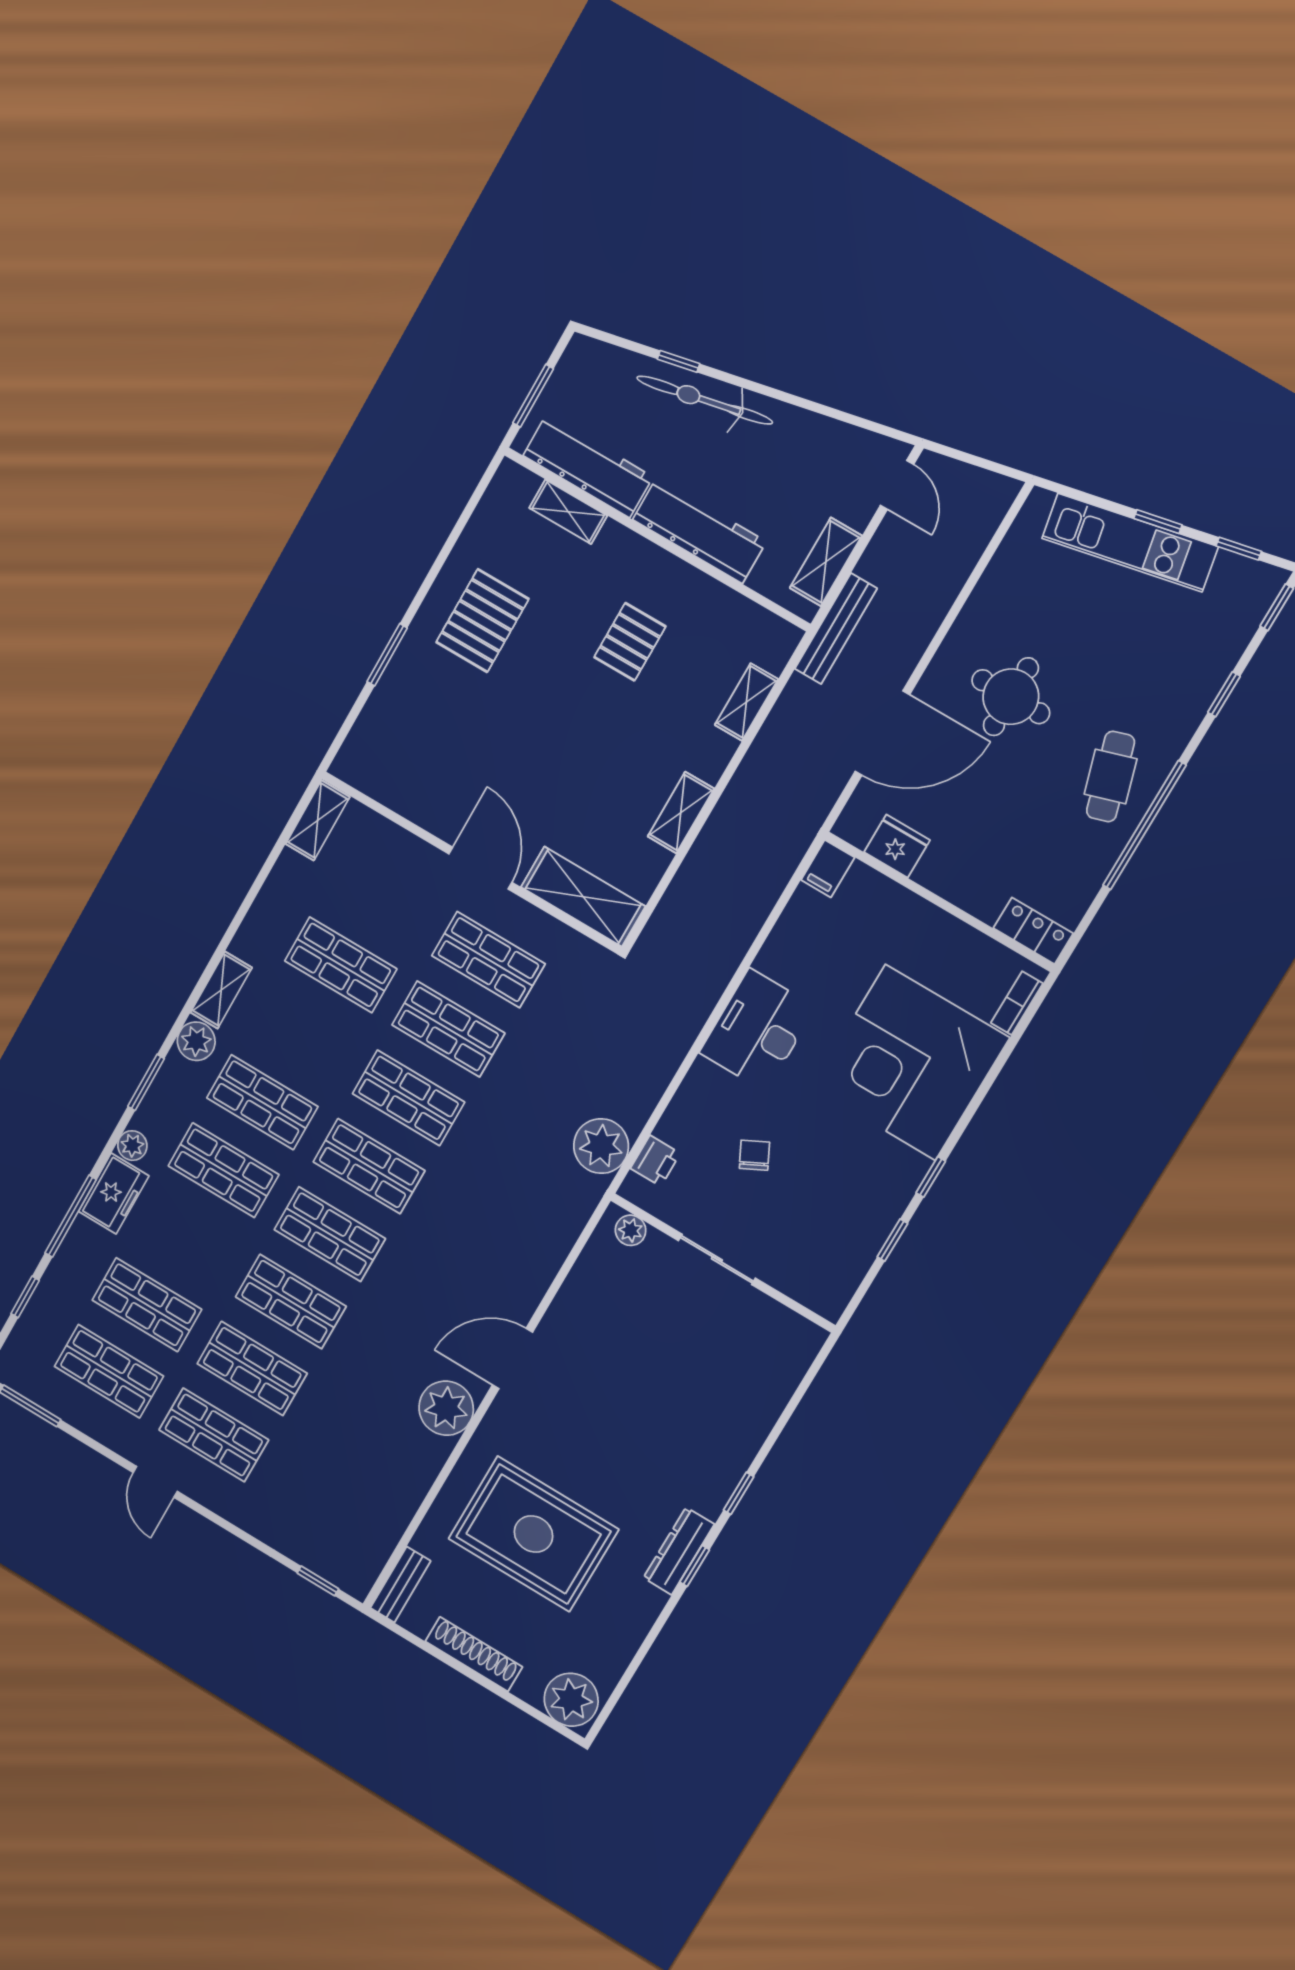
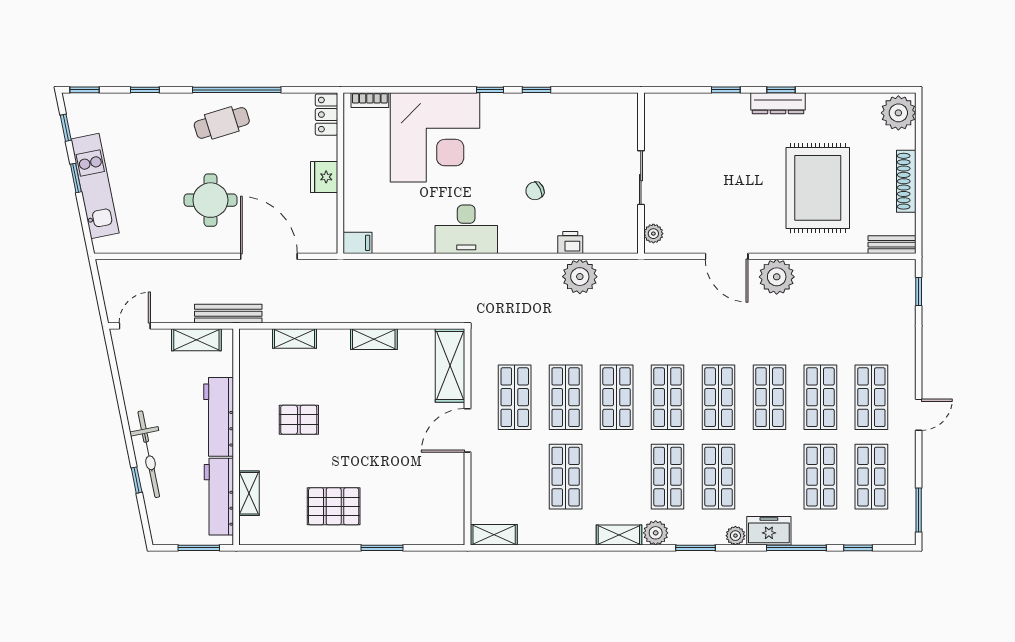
fridge: (897, 846) -> (324, 177), moved
plant: (631, 1230) -> (653, 234), moved
sliding door: (717, 1259) -> (641, 178), moved
wall: (723, 1263) -> (641, 173), moved

